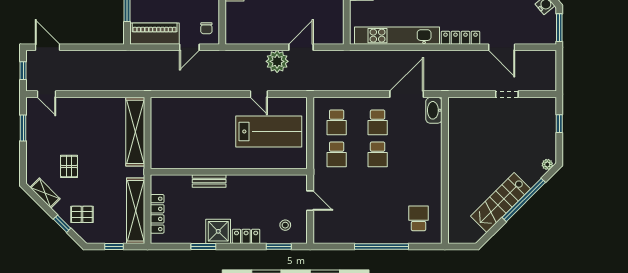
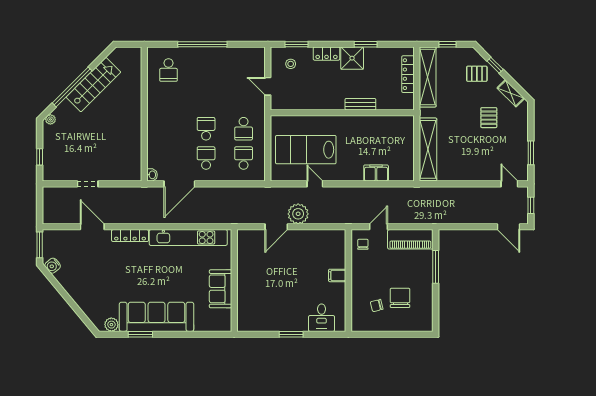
filing cabinet: (192, 106) -> (376, 173), added
washbasin: (434, 110) -> (152, 175), width x0.52, depth x0.69
school desk: (337, 154) -> (244, 129), turned 180

